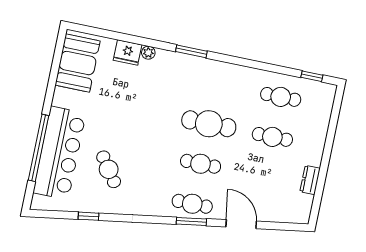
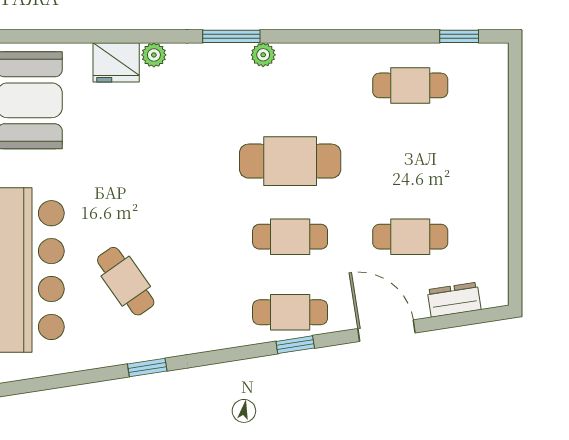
plant: (206, 65) -> (263, 55), added
cafe table: (272, 137) -> (410, 237), moved
dresser: (310, 180) -> (454, 300), moved, turned 81
window: (89, 216) -> (147, 367), moved
window: (191, 221) -> (295, 345), width x0.67

